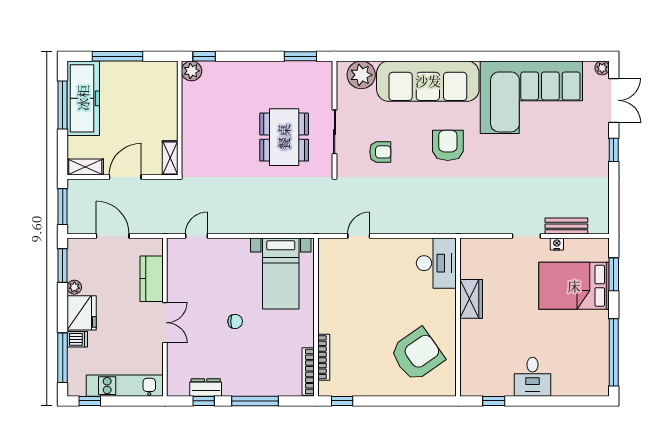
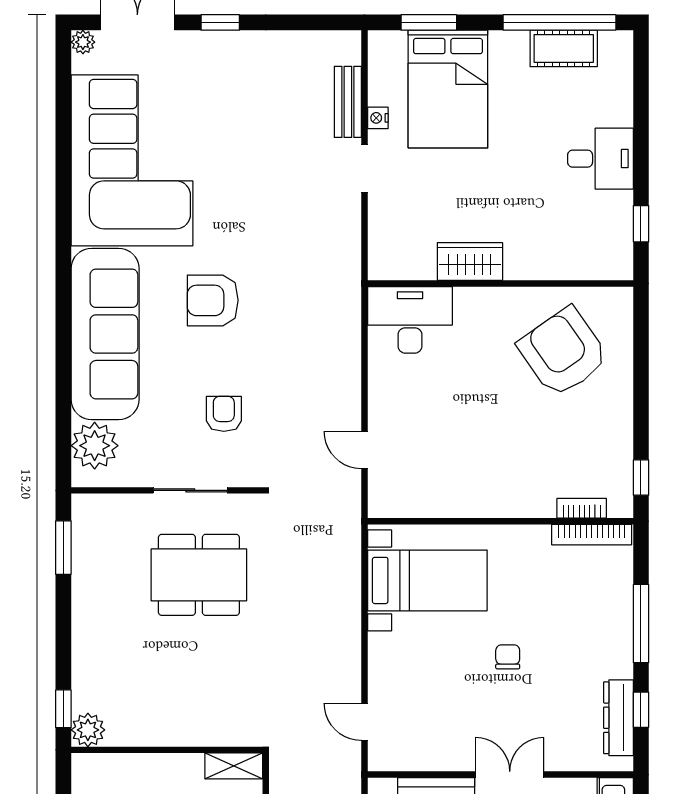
cot: (598, 355) -> (564, 48), added
bookcase: (324, 357) -> (582, 508), width x0.64
dresser: (206, 388) -> (618, 718), width x1.44

